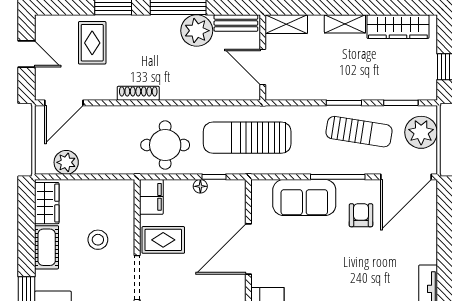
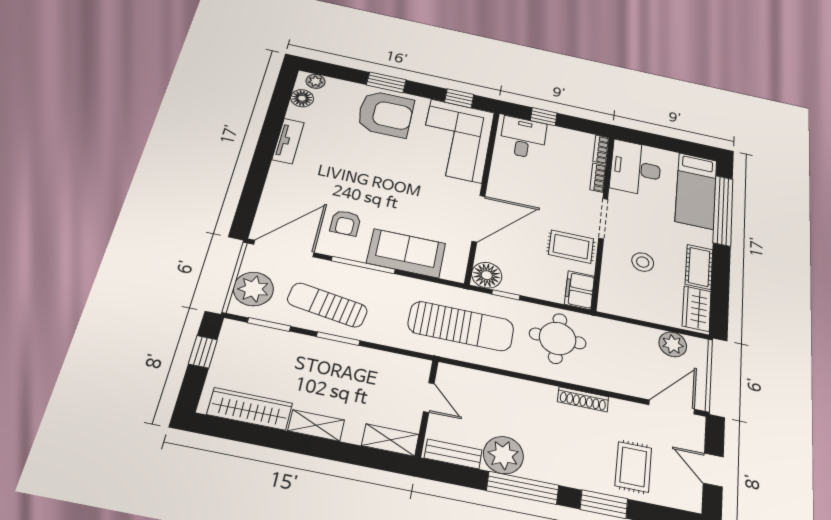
door: (263, 67) -> (429, 397), width x0.73
floor lamp: (200, 186) -> (487, 275), moved, width x1.89, depth x1.89

